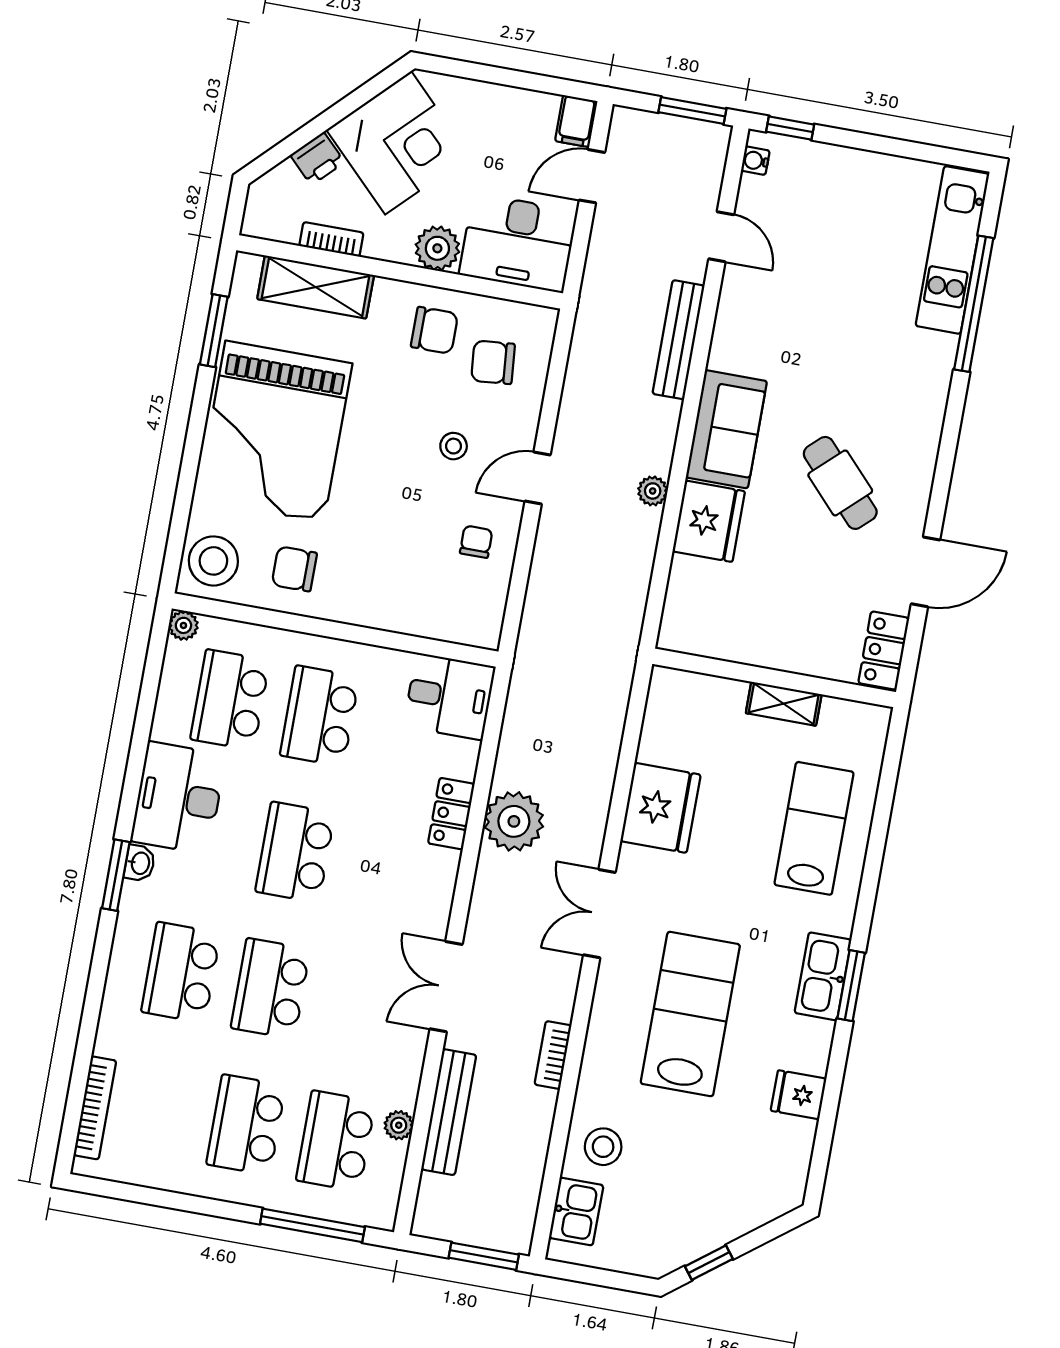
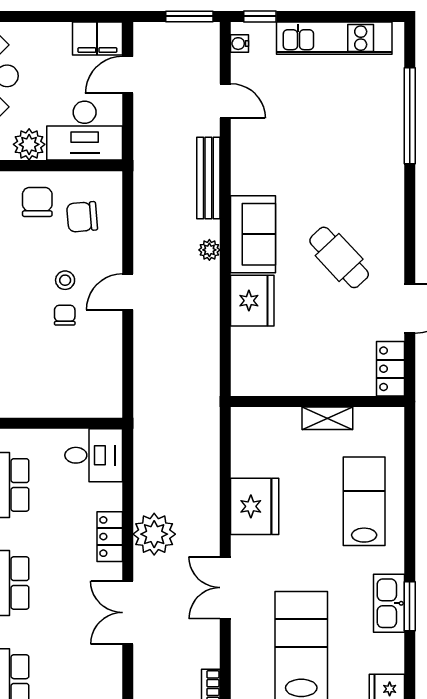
filing cabinet: (576, 121) -> (97, 38), width x2.00
kitchen unit: (952, 250) -> (334, 38), moved, turned -90
chair: (434, 330) -> (37, 202), turned -90
plant: (653, 491) -> (209, 250), moved
chair: (476, 542) -> (65, 315), moved
double door: (446, 987) -> (128, 613), moved

